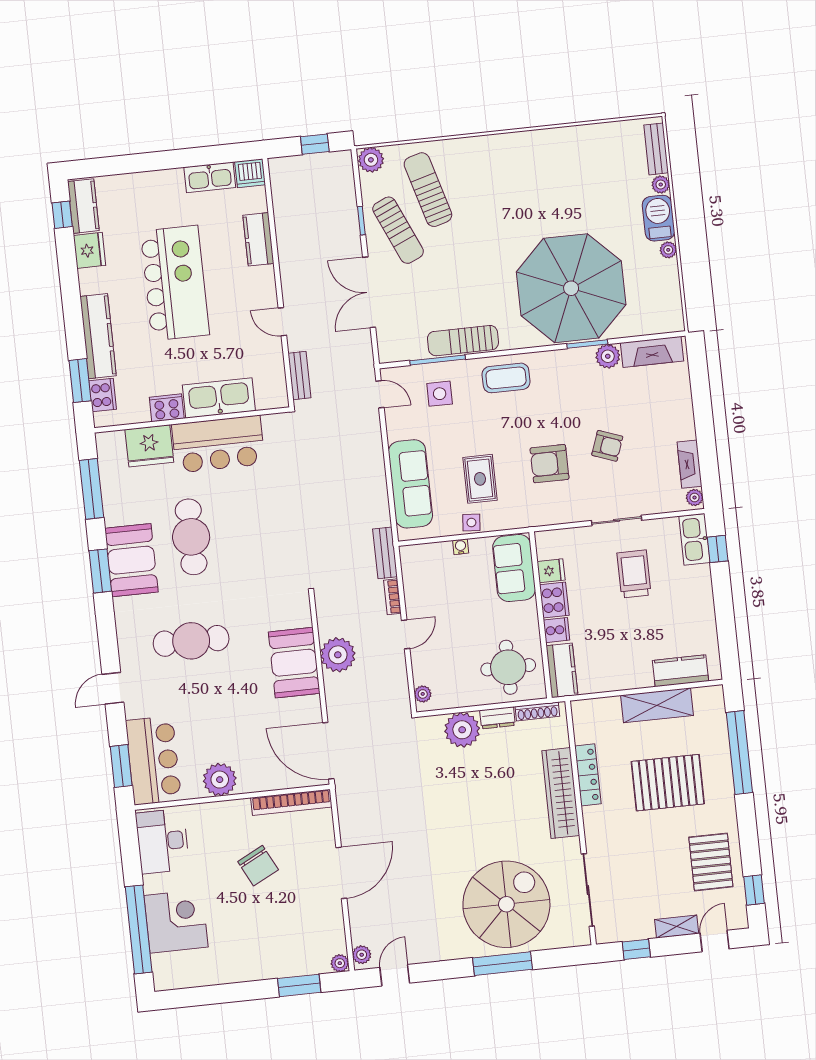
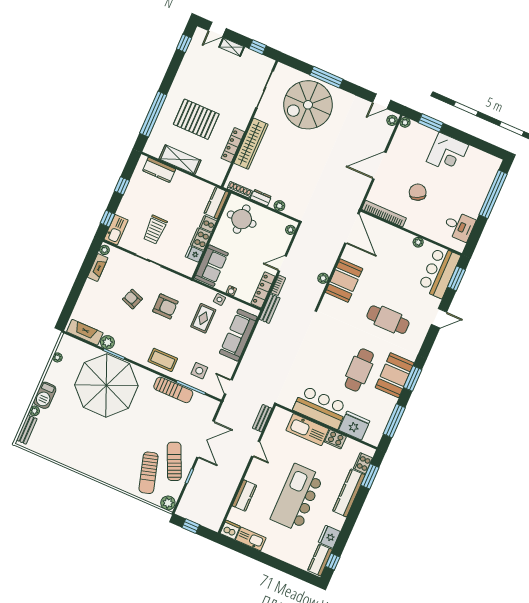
plant: (668, 250) -> (57, 357), moved
locker: (412, 576) -> (263, 290), added
window: (724, 613) -> (122, 186), added
plant: (338, 655) -> (323, 278), width x0.53, depth x0.53
plant: (462, 730) -> (279, 206), width x0.53, depth x0.53
plant: (220, 780) -> (418, 242), width x0.53, depth x0.53
desk: (162, 841) -> (459, 226), width x0.73
pallet: (711, 862) -> (197, 69), removed
corner desk: (176, 921) -> (448, 153), moved, turned -90

